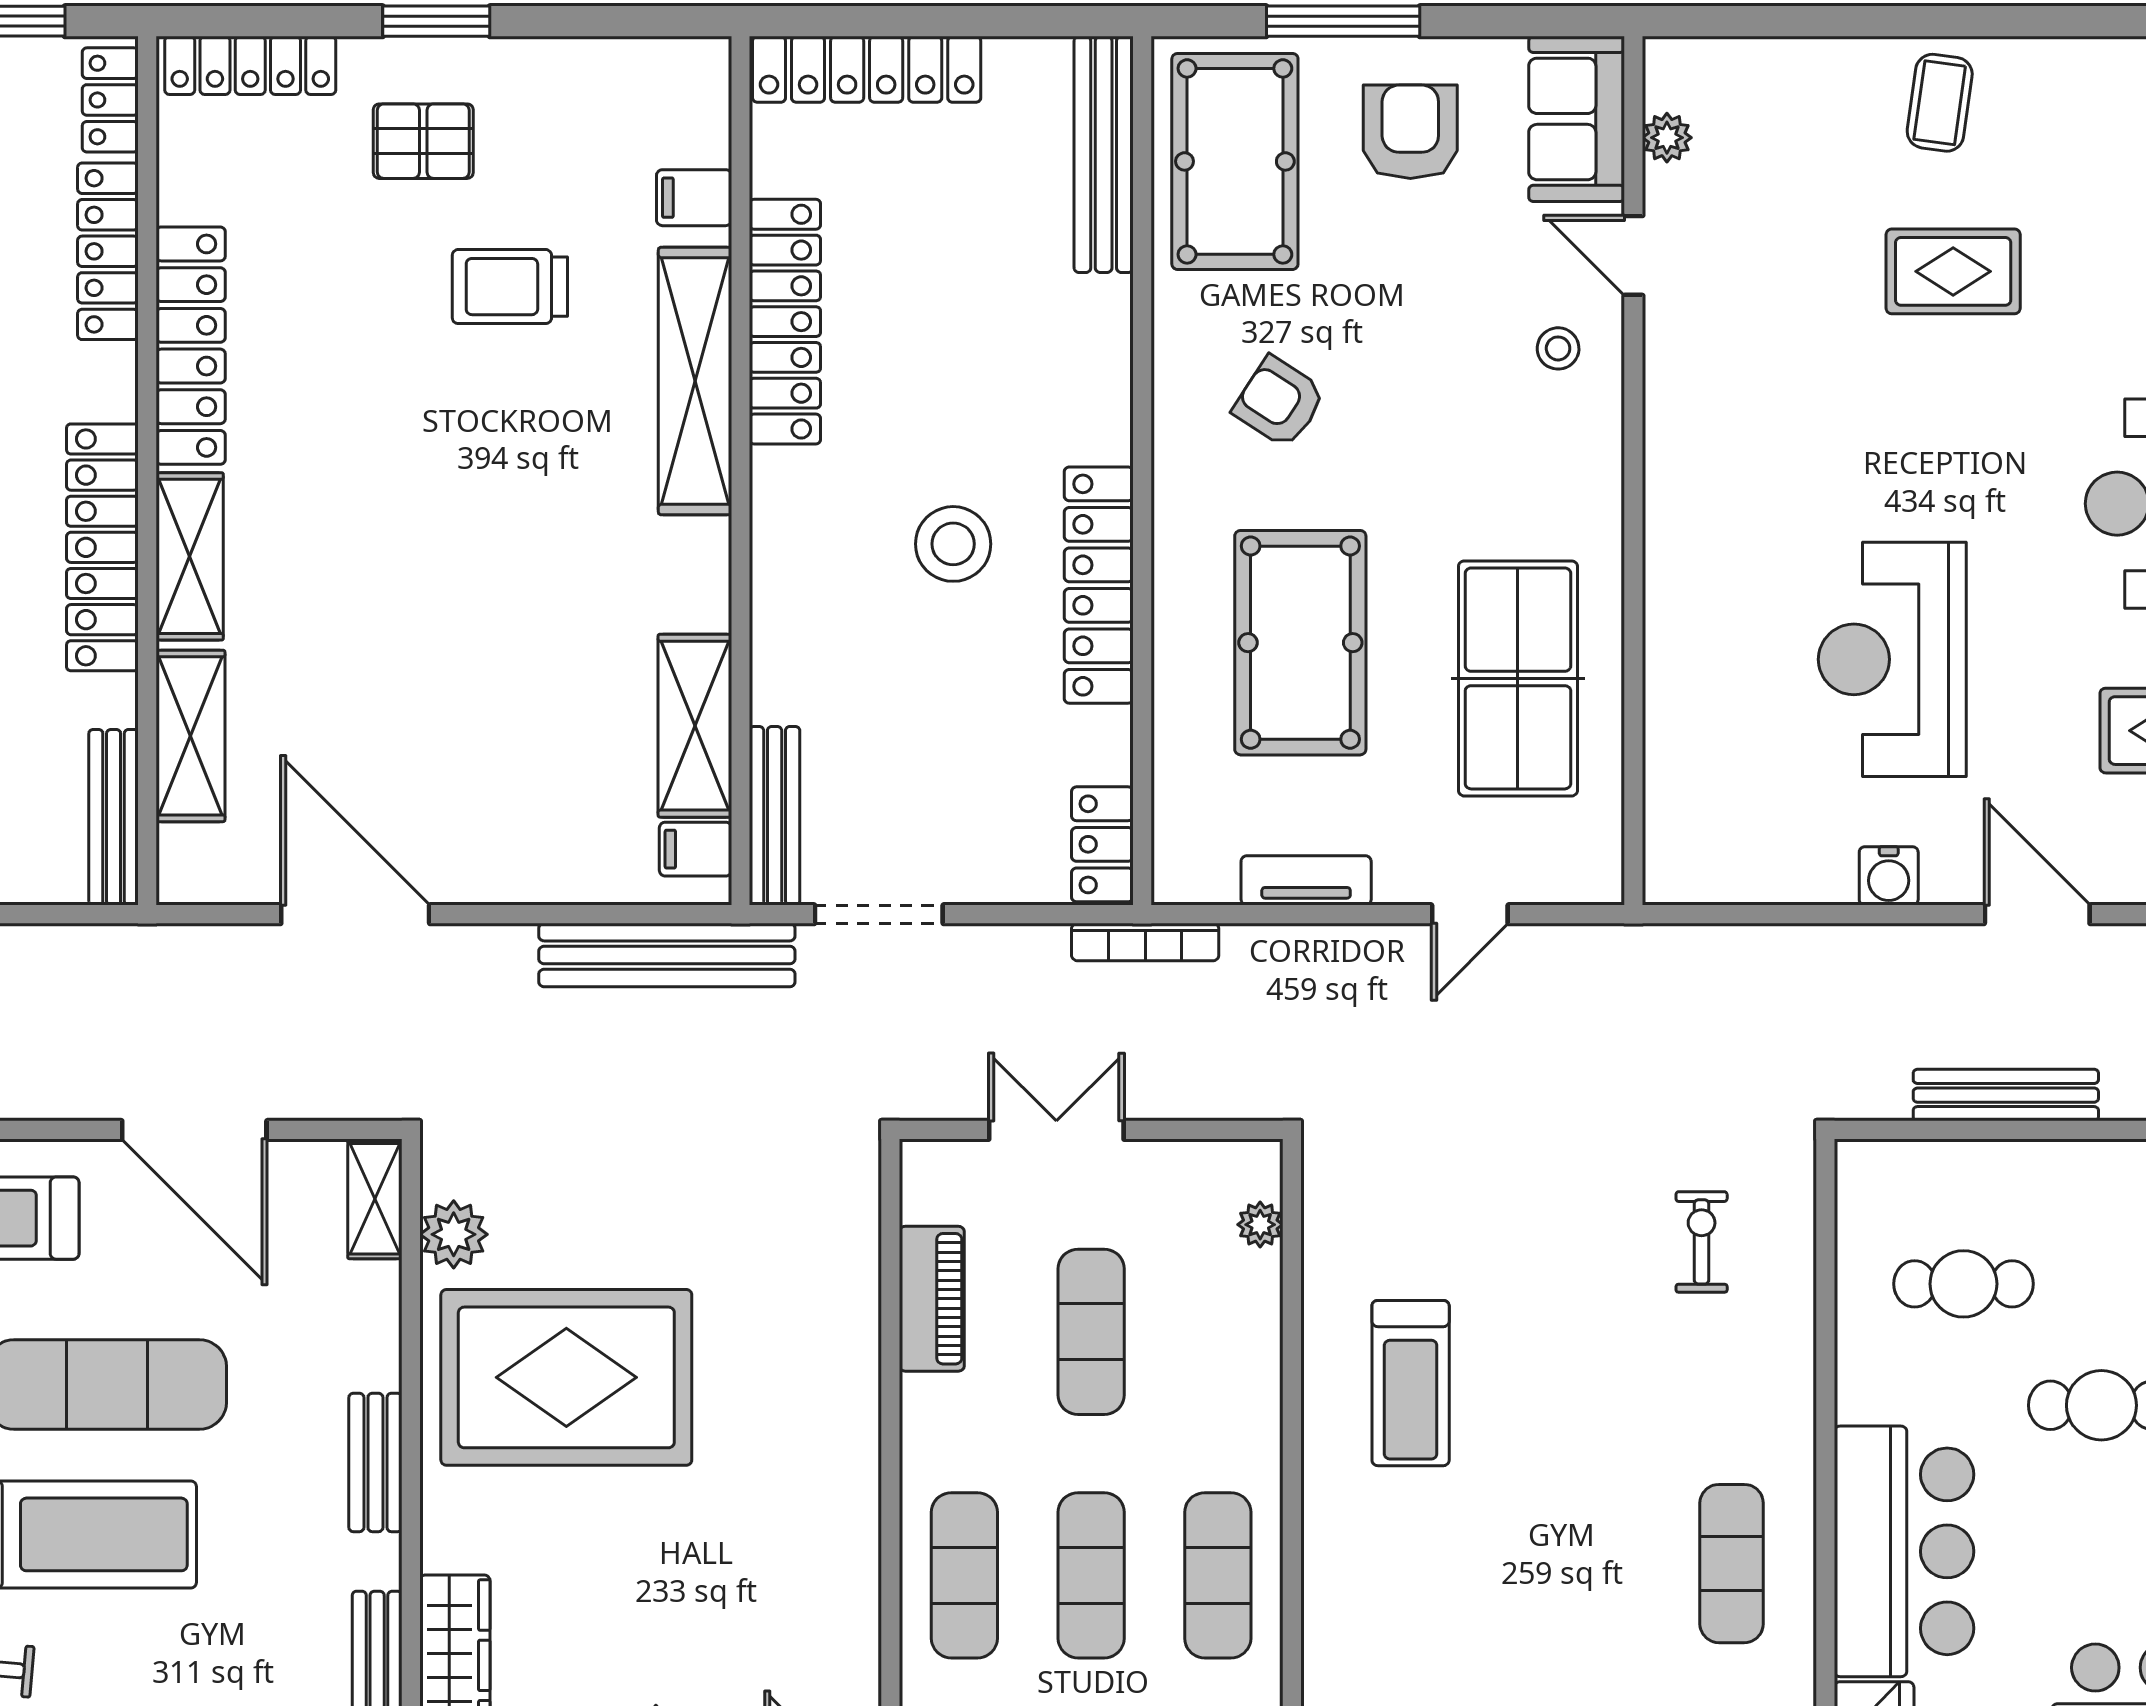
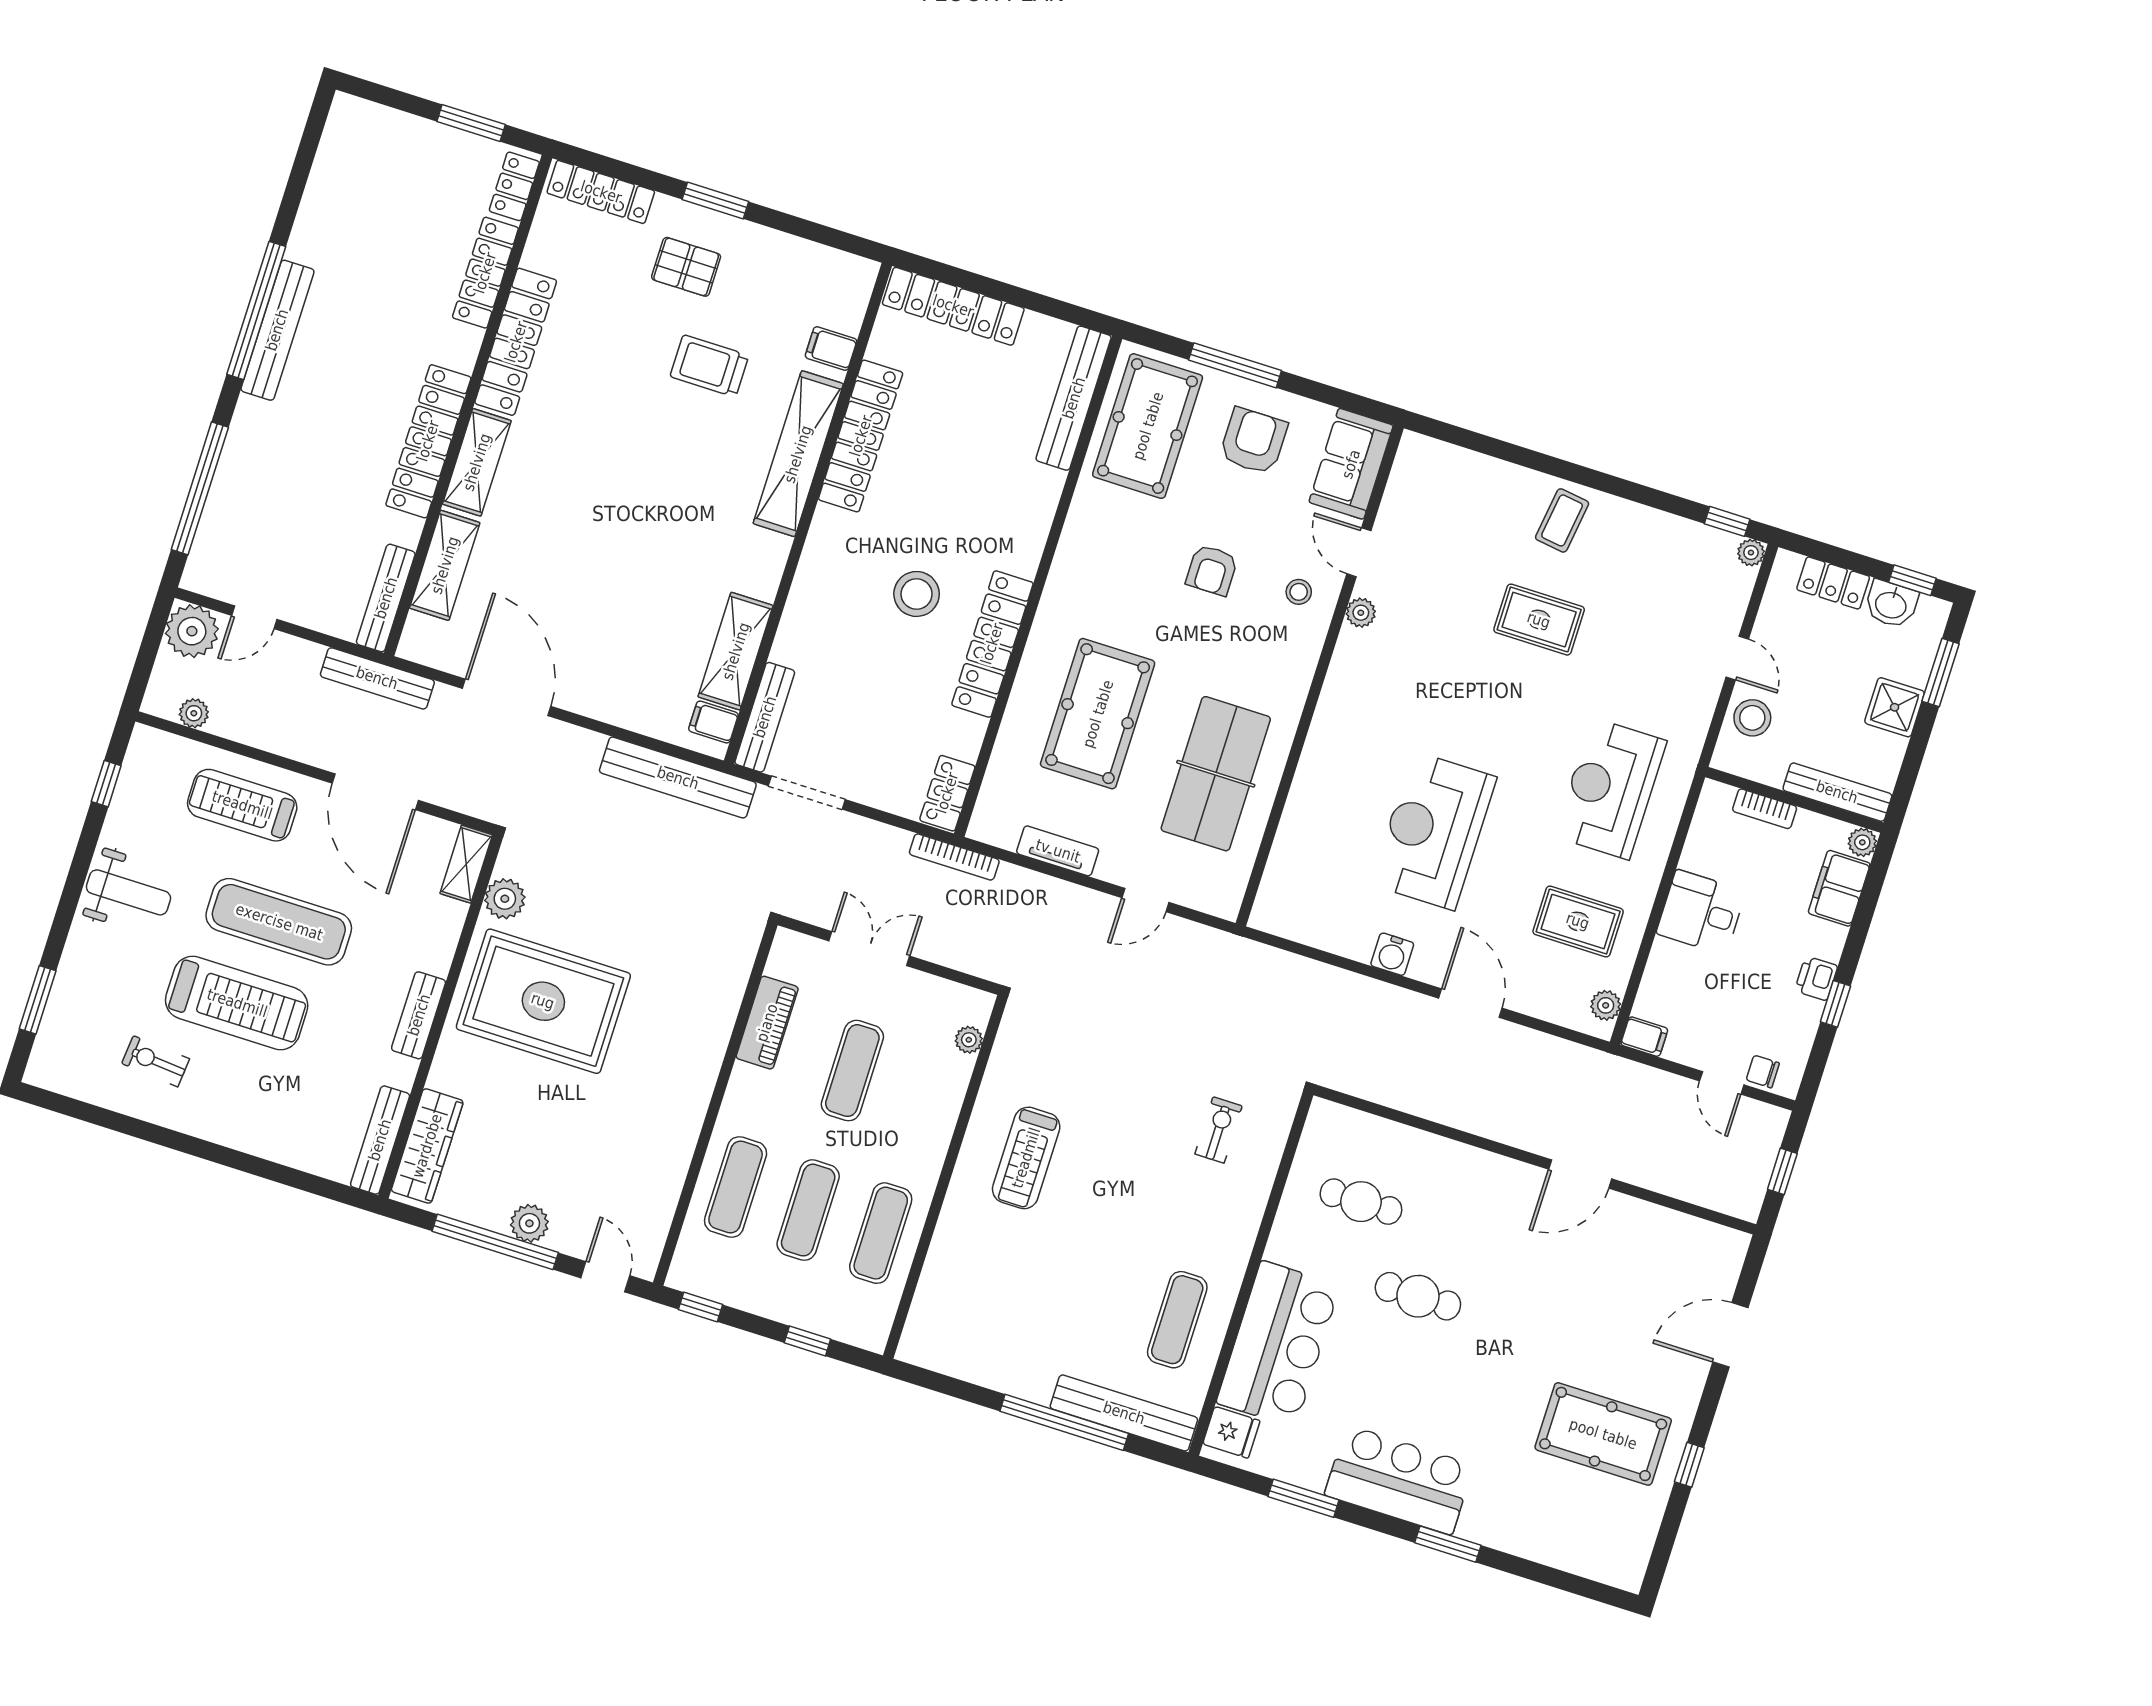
plant: (1667, 138) -> (1361, 613), moved
armchair: (1279, 402) -> (1212, 570), moved, turned -123
bench: (2006, 1095) -> (377, 678), moved

